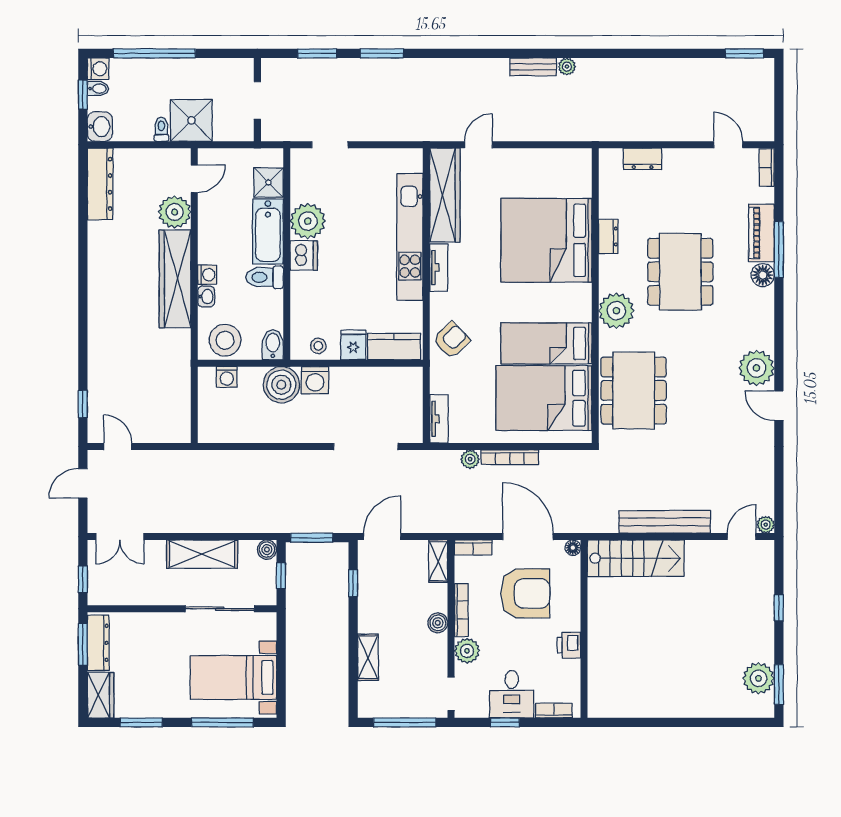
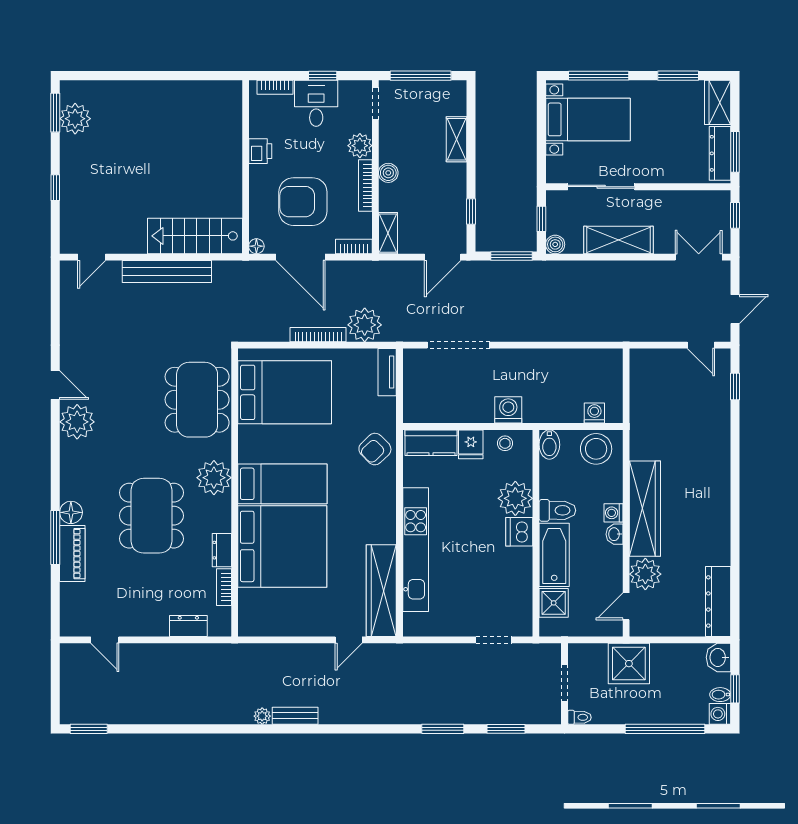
toilet: (161, 129) -> (579, 717), moved, turned -90
bookcase: (767, 167) -> (224, 587), moved, turned 180
plant: (308, 221) -> (515, 498), moved
tv unit: (439, 267) -> (387, 520), removed
washbasin: (206, 297) -> (614, 534), moved
bed: (546, 343) -> (282, 484), moved
boiler: (281, 385) -> (541, 405), removed
plant: (470, 459) -> (365, 325), width x1.88, depth x1.88
plant: (766, 525) -> (68, 269), removed

